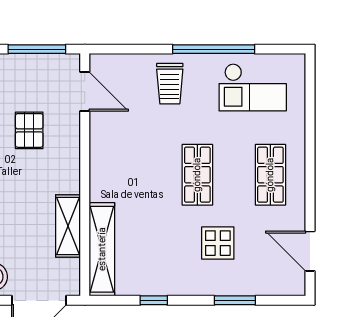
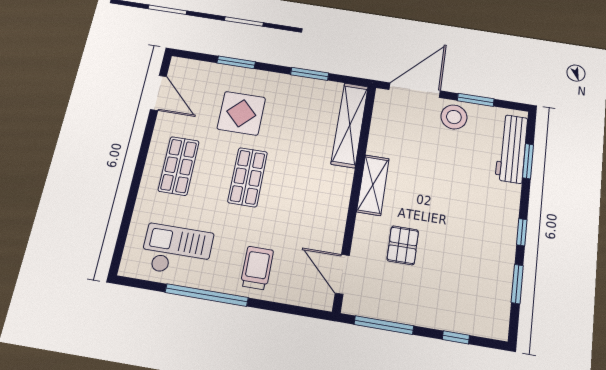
shelving: (68, 226) -> (373, 185), moved
display table: (218, 243) -> (241, 113), width x1.36, depth x1.36
window: (154, 300) -> (310, 74), width x1.50

